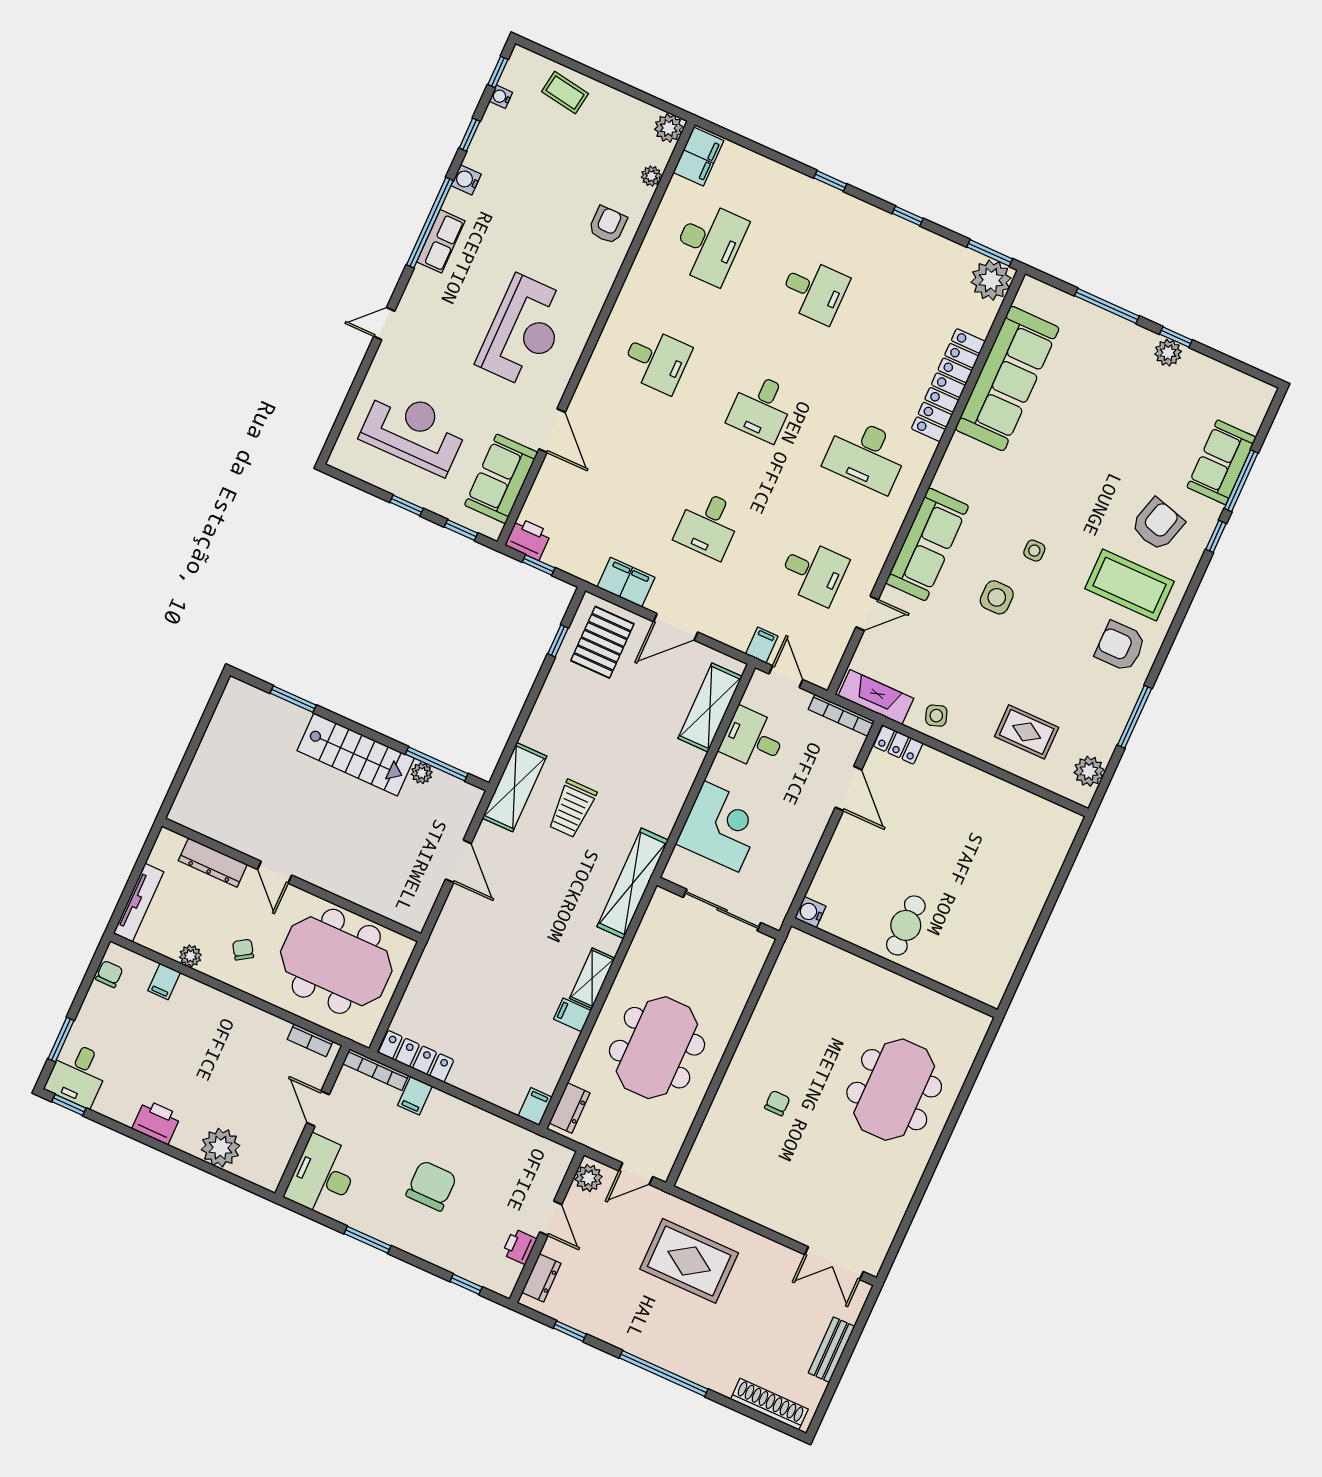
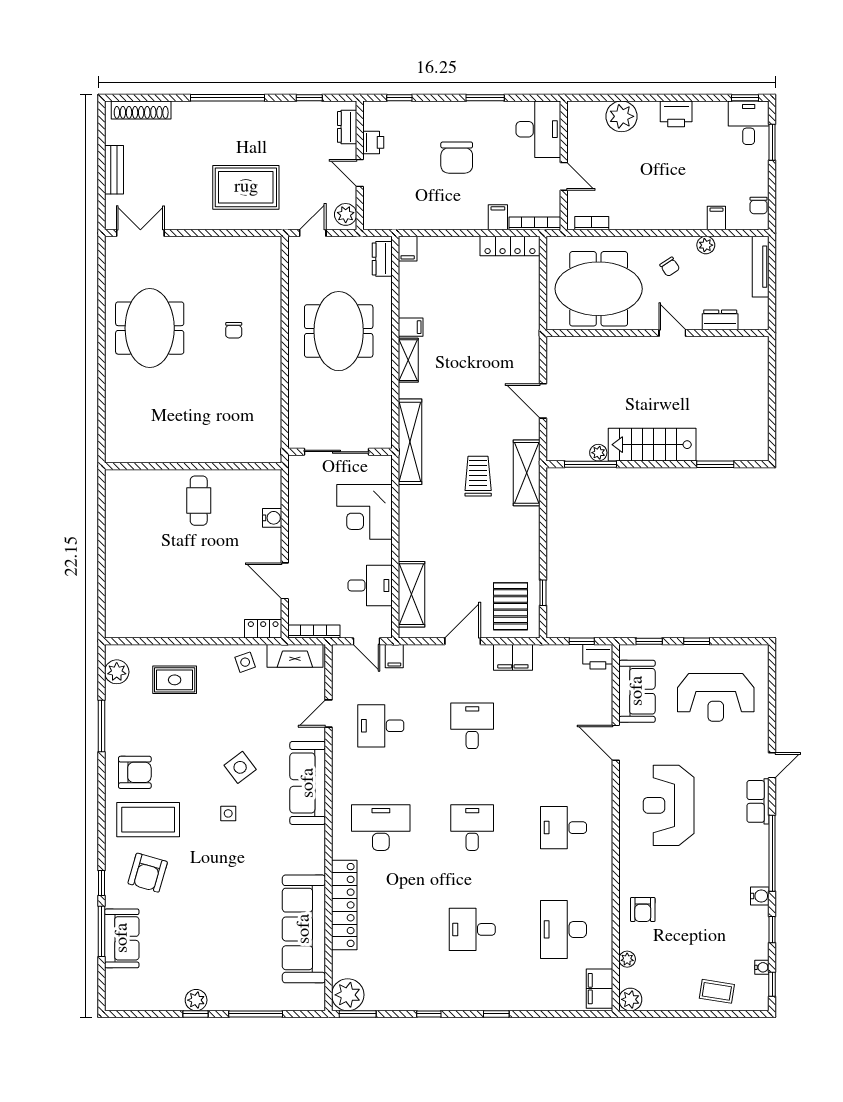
row of seats: (441, 241) -> (758, 801), moved
side table: (997, 597) -> (240, 767), turned -37
dresser: (213, 862) -> (720, 320), width x0.70
water cooler: (810, 912) -> (272, 518), moved
meeting table: (894, 1090) -> (150, 328), moved

